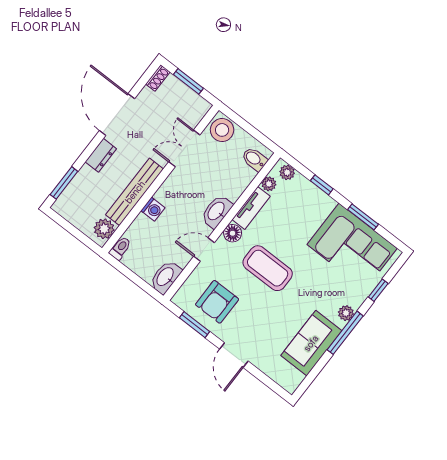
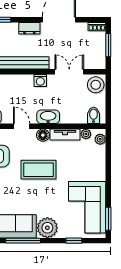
window: (322, 185) -> (108, 164), removed
washing machine: (153, 209) -> (40, 80), moved
window: (363, 217) -> (108, 219), moved
coffee table: (268, 268) -> (39, 170), turned 90
plant: (346, 313) -> (47, 228), width x1.88, depth x1.88
window: (345, 333) -> (23, 241), moved

